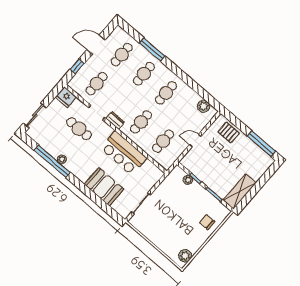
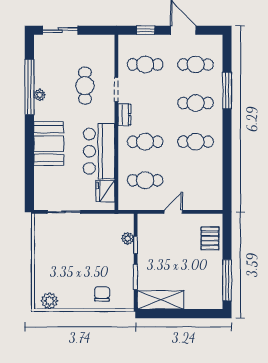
fridge: (66, 97) -> (105, 191), moved
plant: (204, 106) -> (215, 191), removed
door: (195, 141) -> (173, 212), hinge flipped
booth: (104, 187) -> (49, 143), moved

